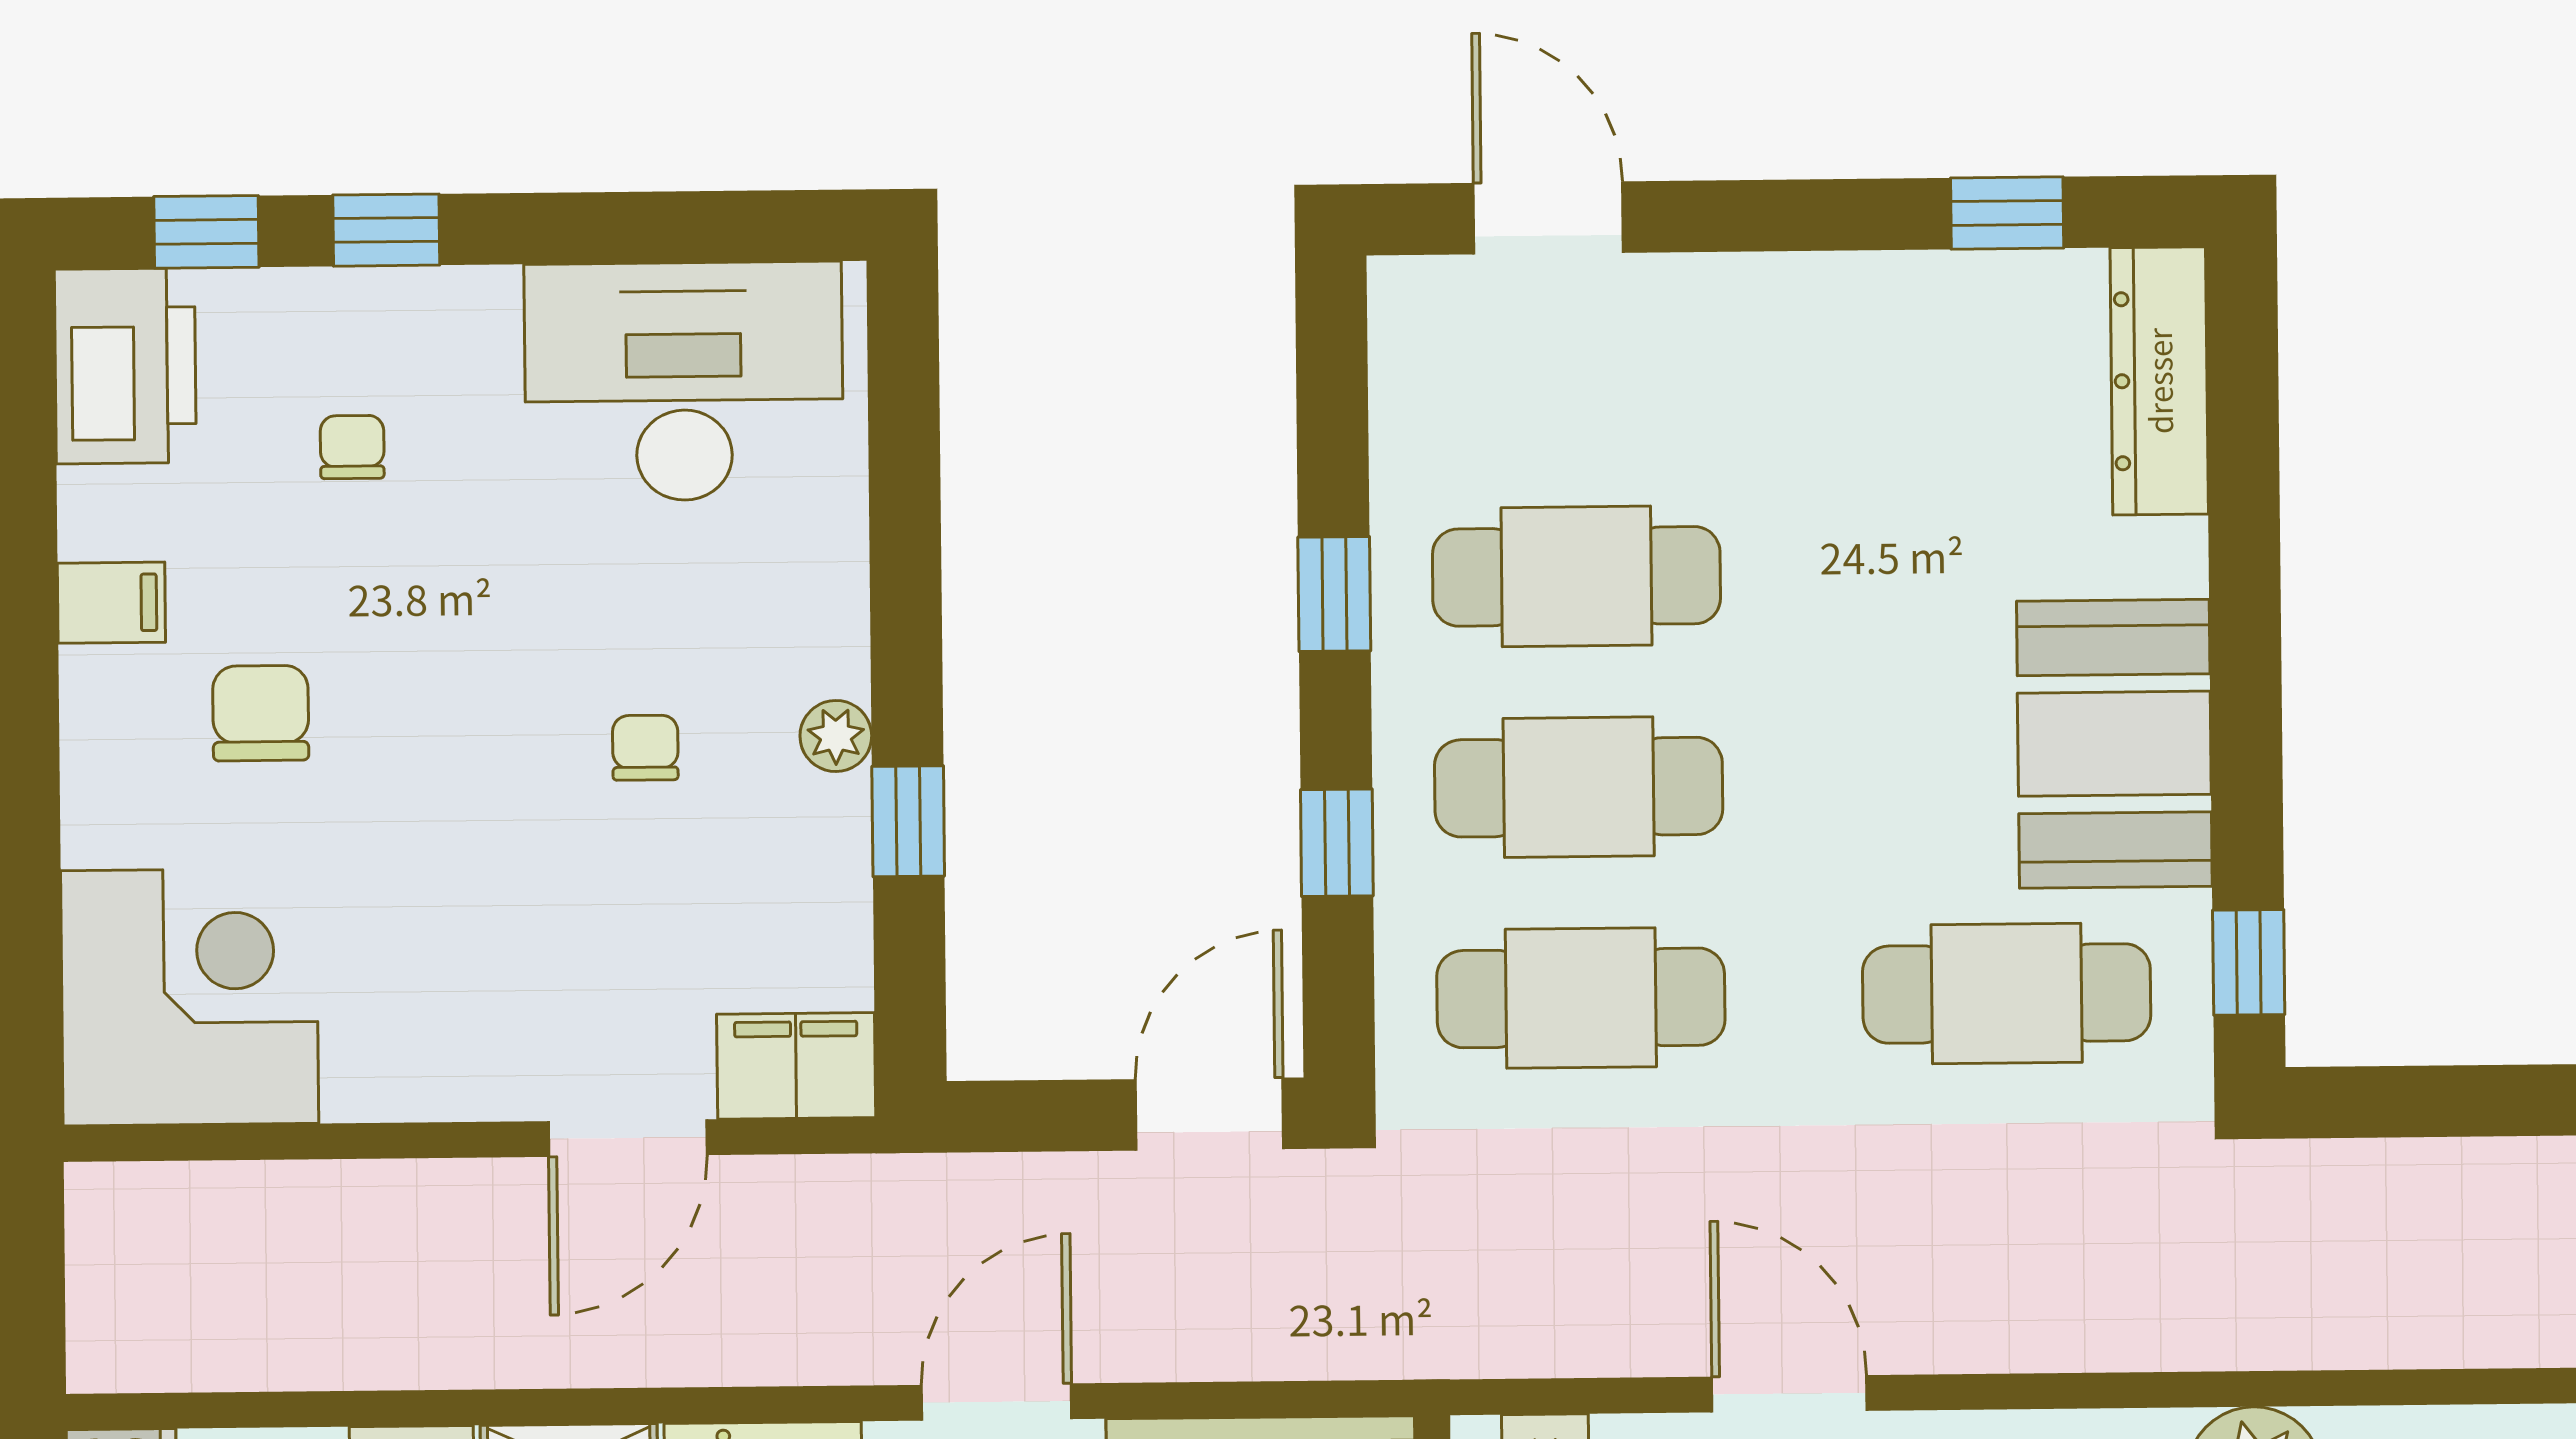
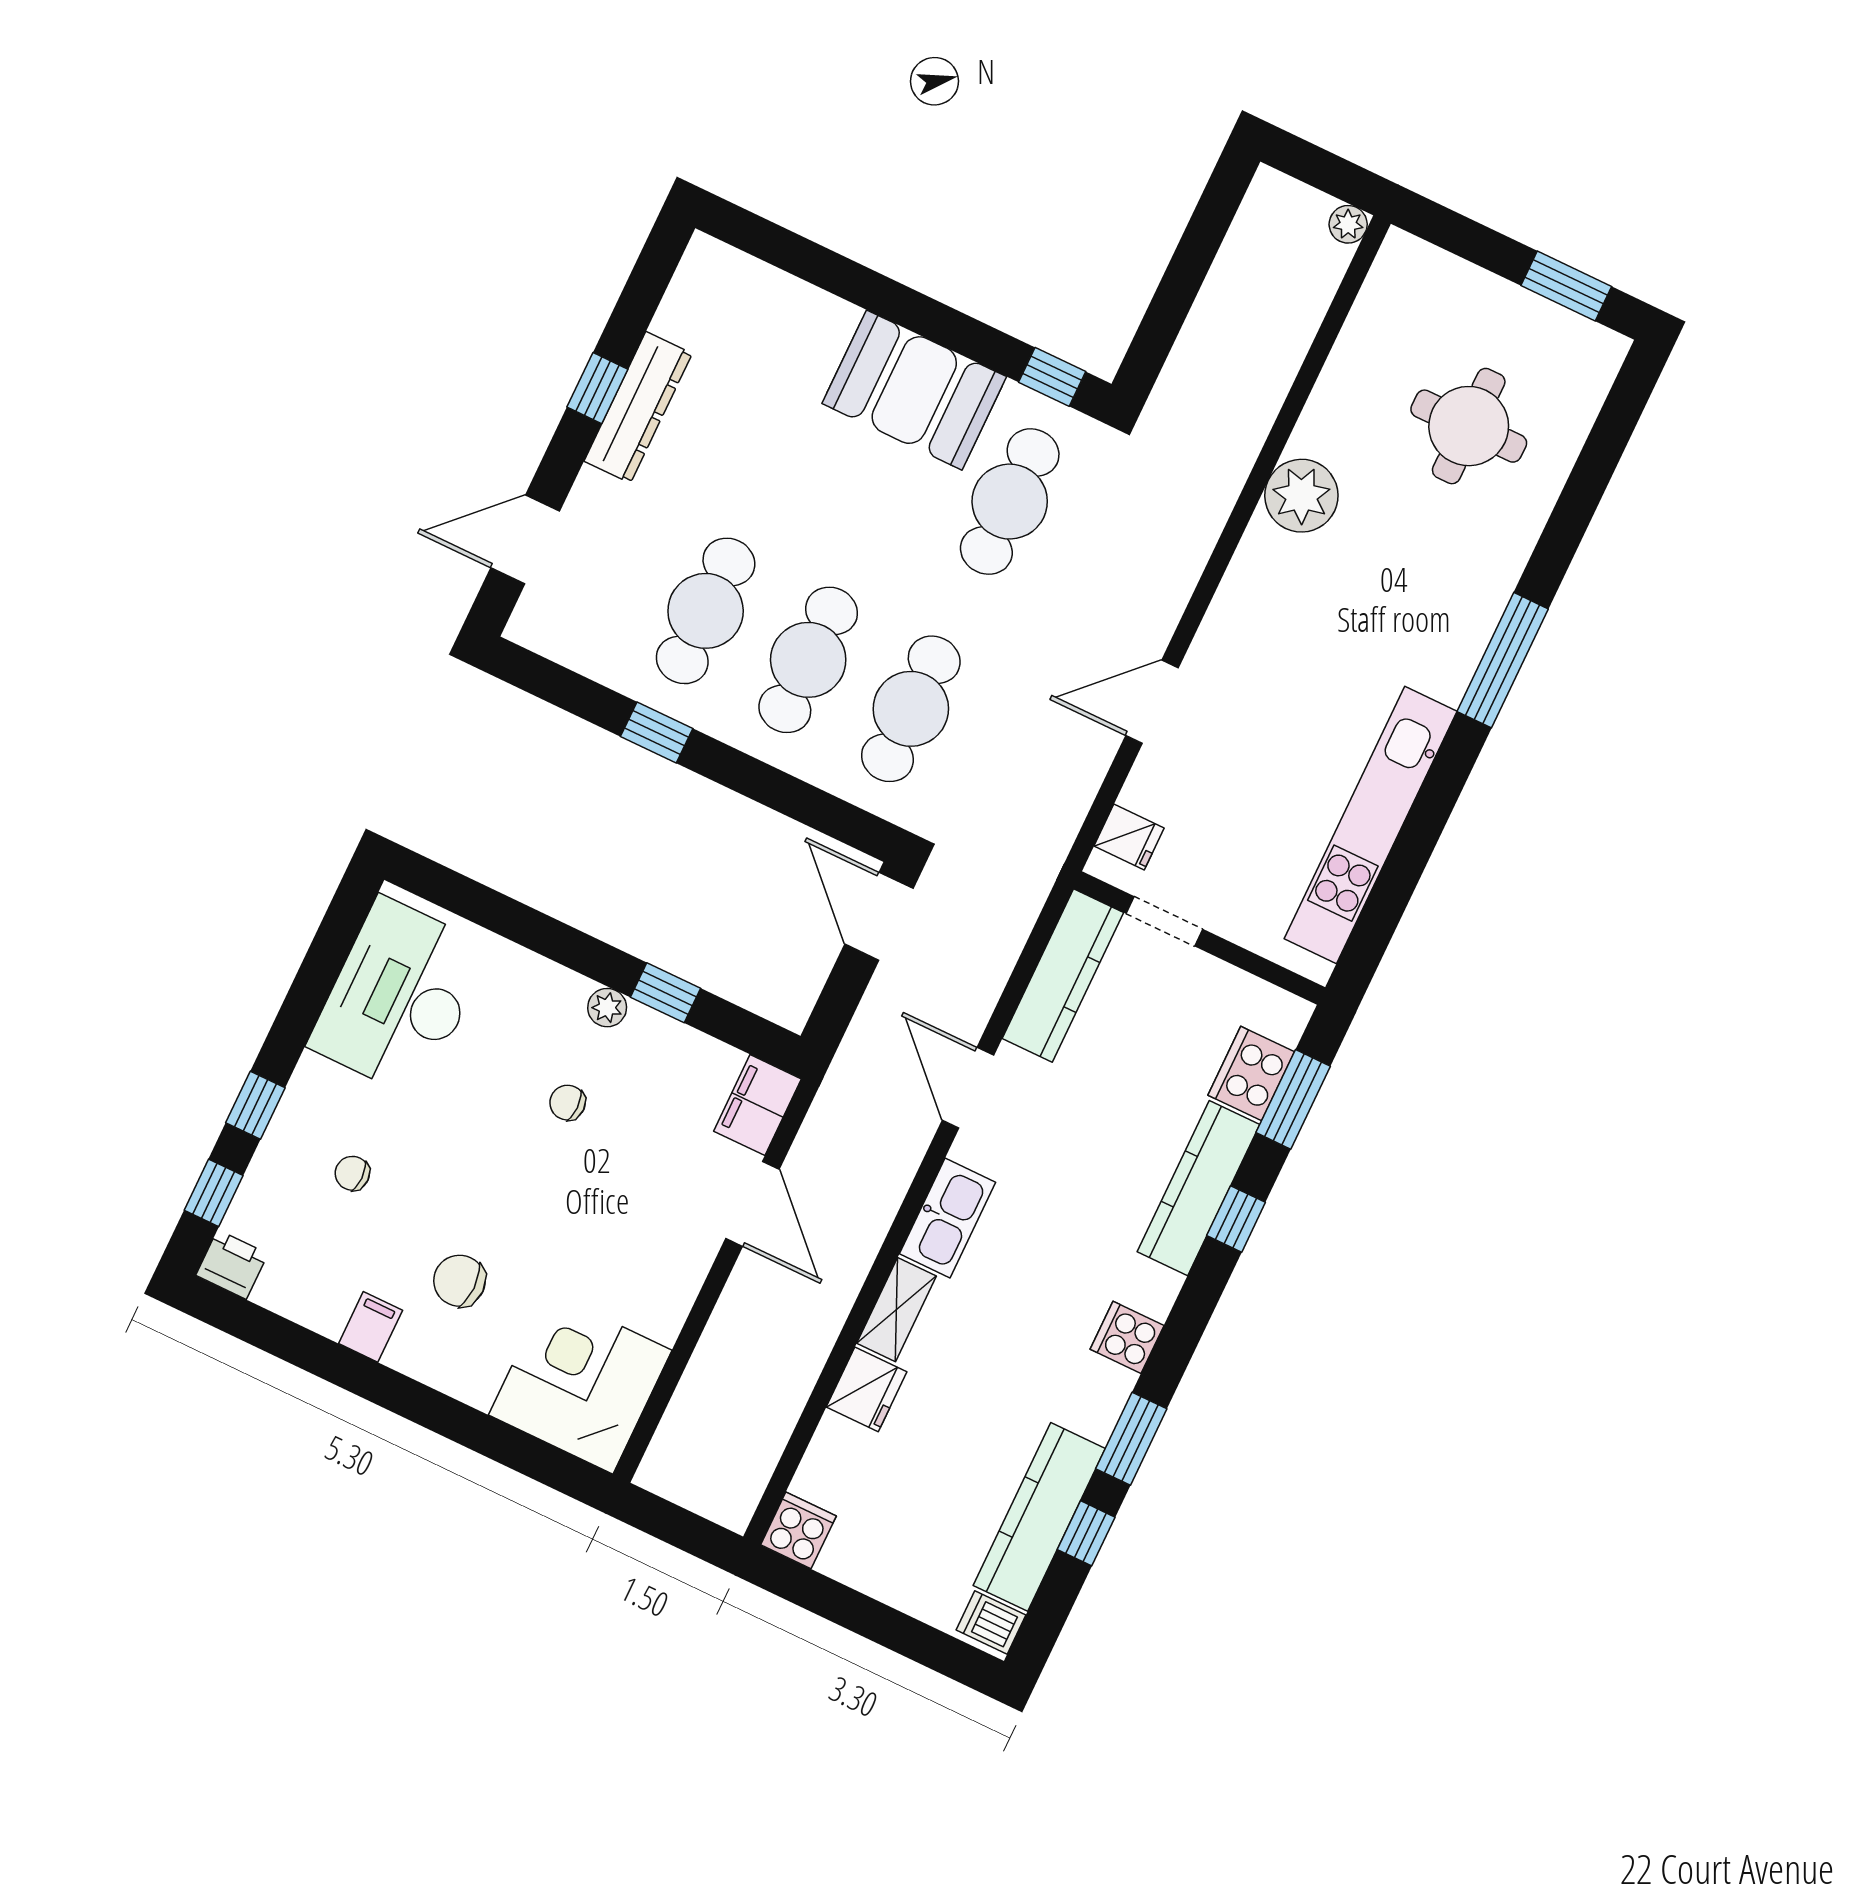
window: (2007, 213) -> (597, 388), moved
printer: (125, 366) -> (232, 1264), width x0.53, depth x0.68
dresser: (2159, 381) -> (638, 407), moved, turned -90
window: (1337, 843) -> (778, 790), removed

